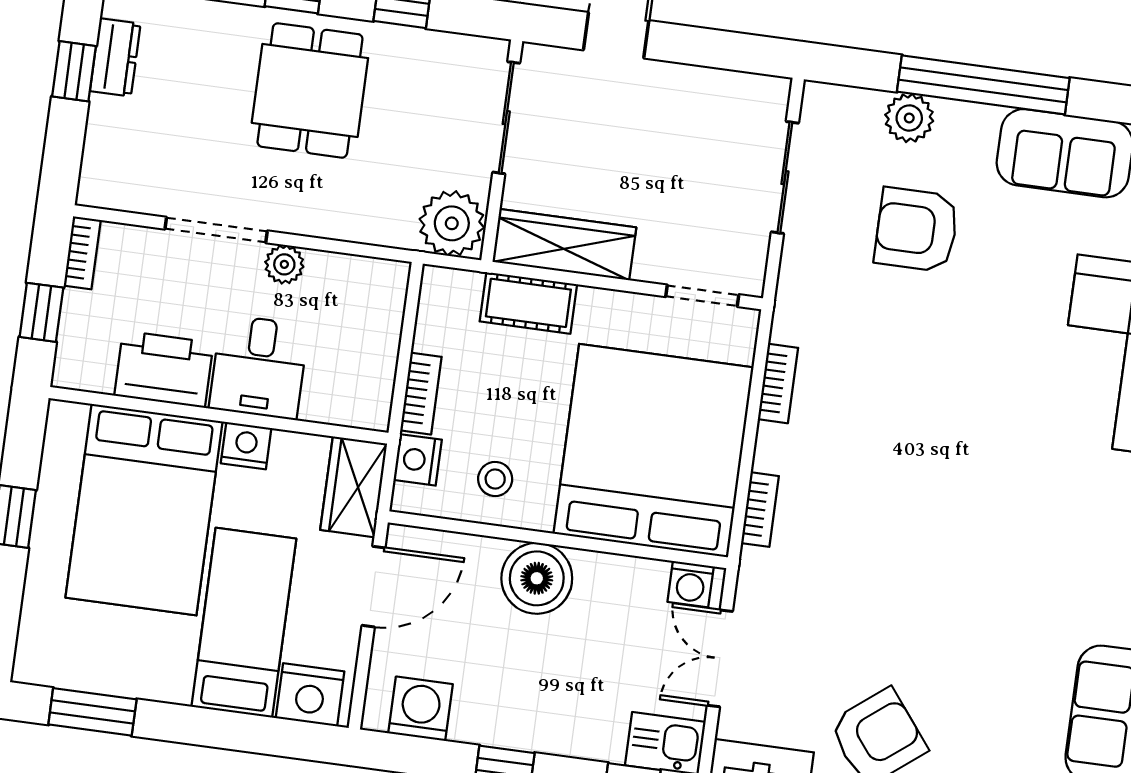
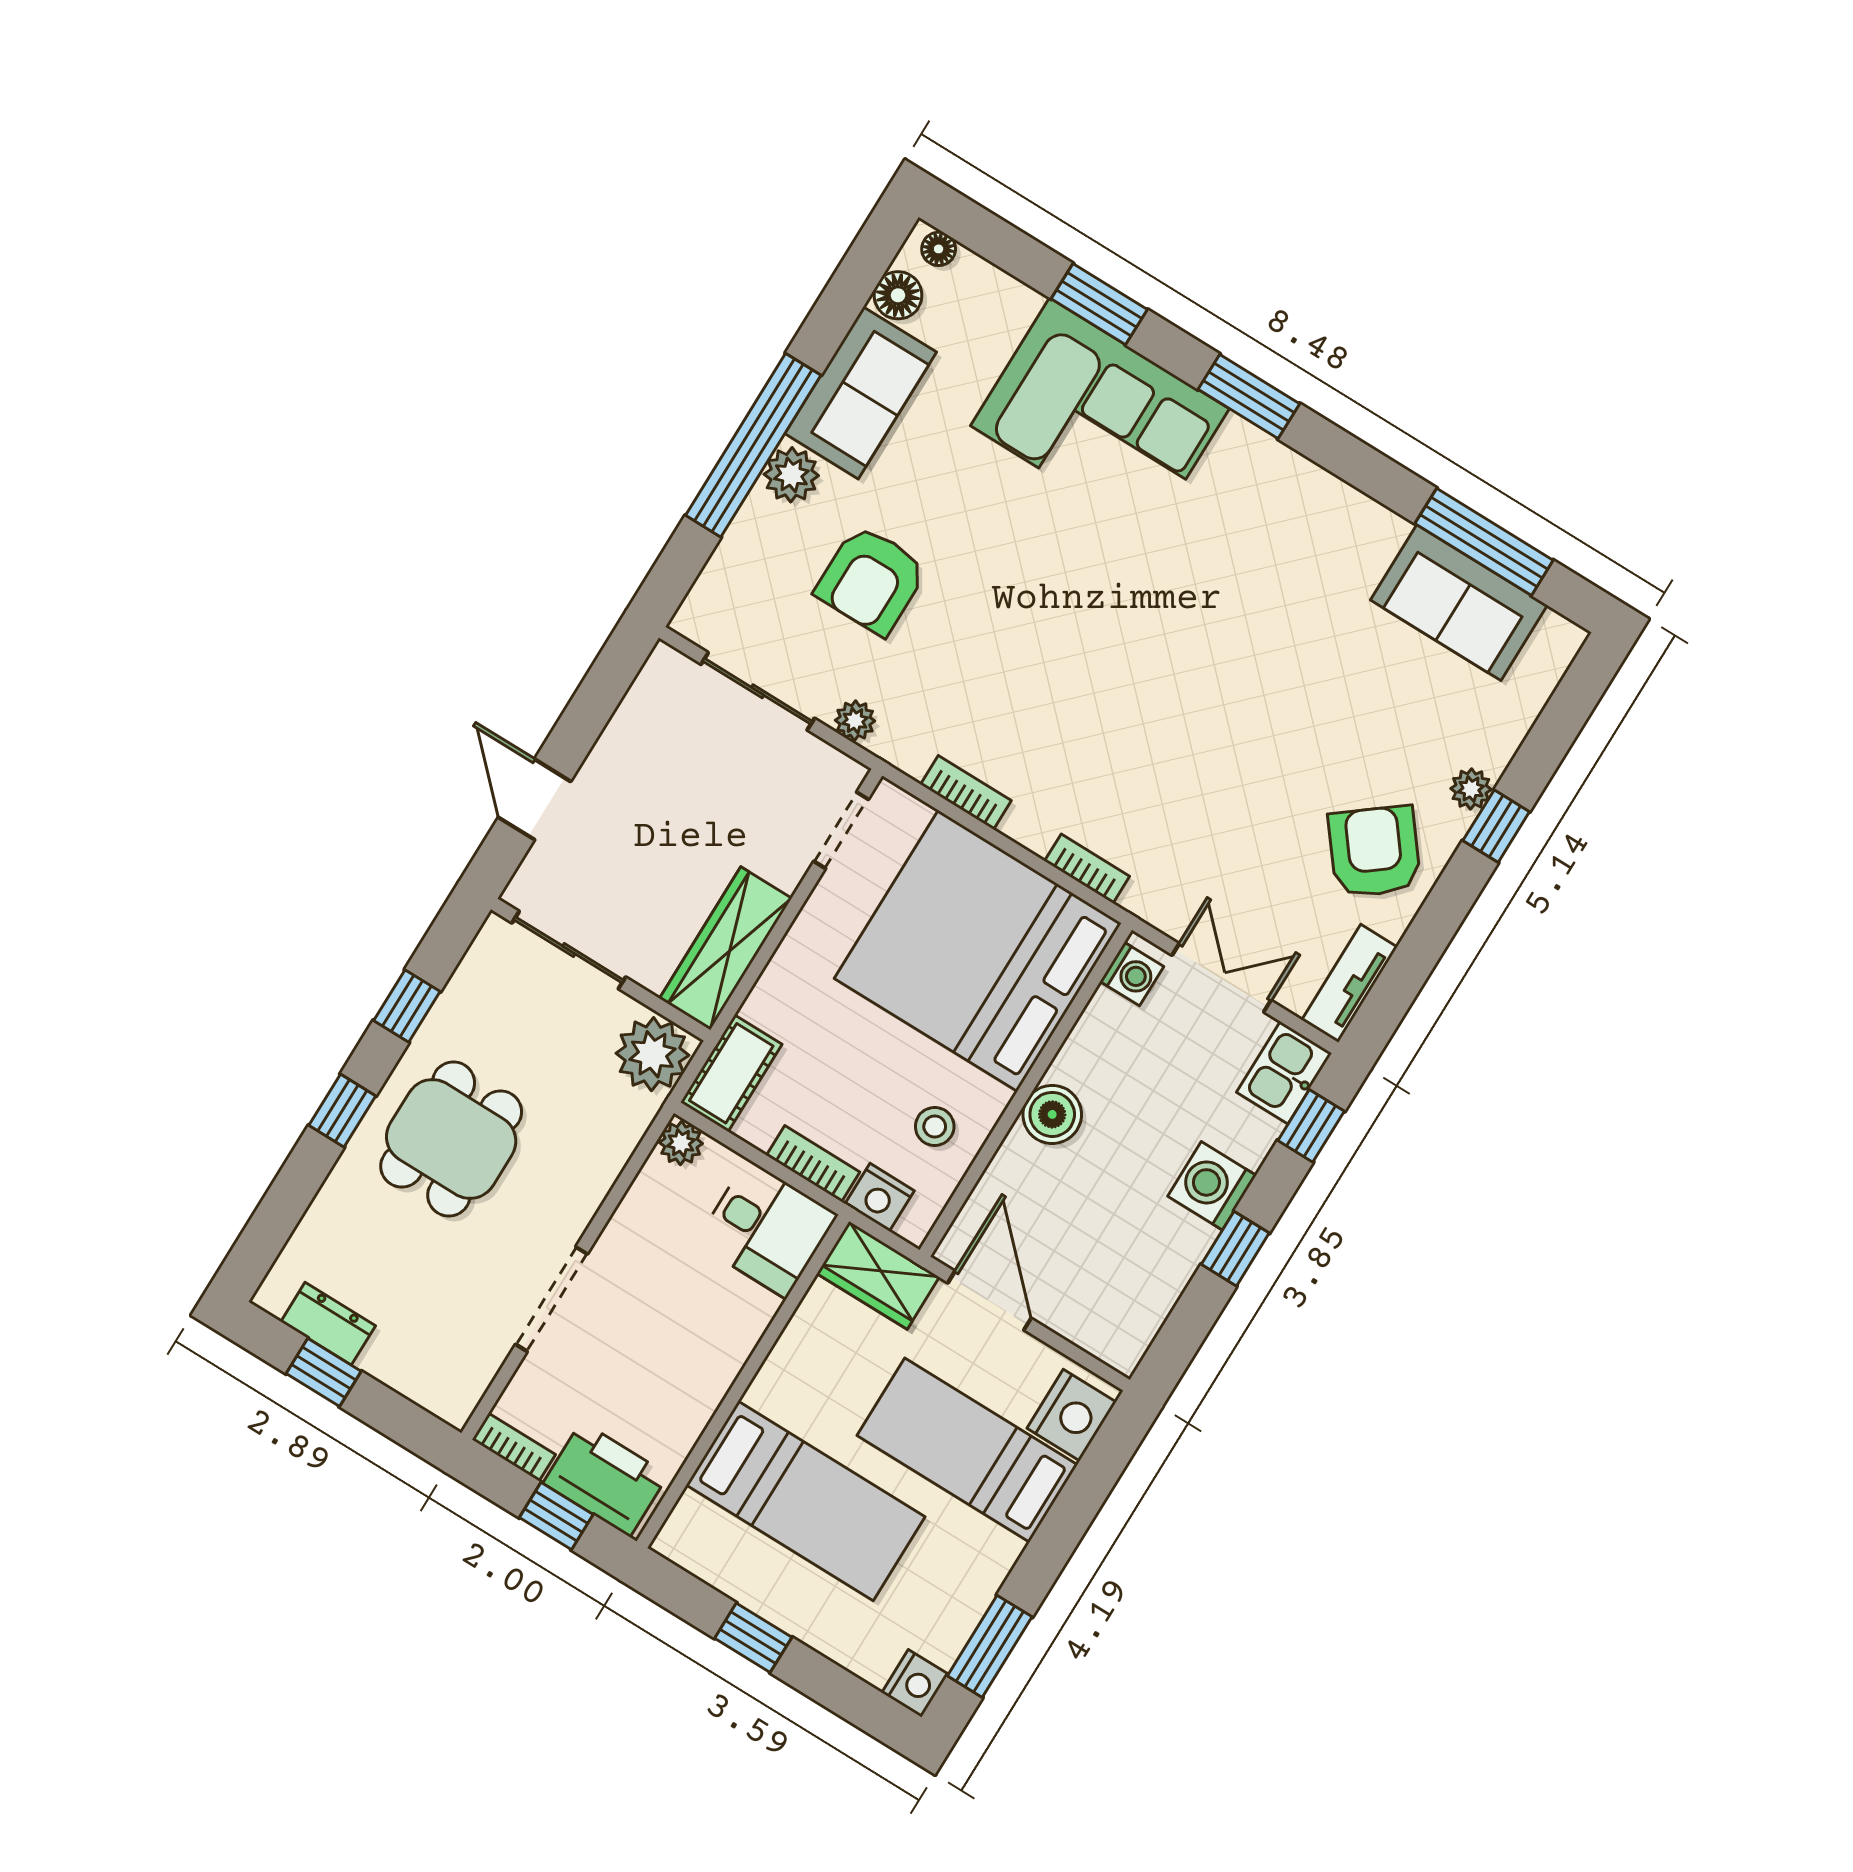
dining table: (310, 90) -> (451, 1139), turned 90
plant: (909, 118) -> (791, 475), moved
plant: (284, 264) -> (681, 1143), moved
plant: (796, 267) -> (855, 721), added
cot: (528, 303) -> (731, 1073), moved
desk: (259, 367) -> (767, 1229), moved
printer: (164, 369) -> (606, 1479), moved, turned 90
nightstand: (246, 446) -> (915, 1683), moved, turned 180
bed: (144, 510) -> (806, 1501), width x0.67
boiler: (537, 578) -> (1052, 1114), width x0.73, depth x0.73
double door: (720, 658) -> (1222, 978), swing flipped
washing machine: (420, 709) -> (1212, 1186), moved

